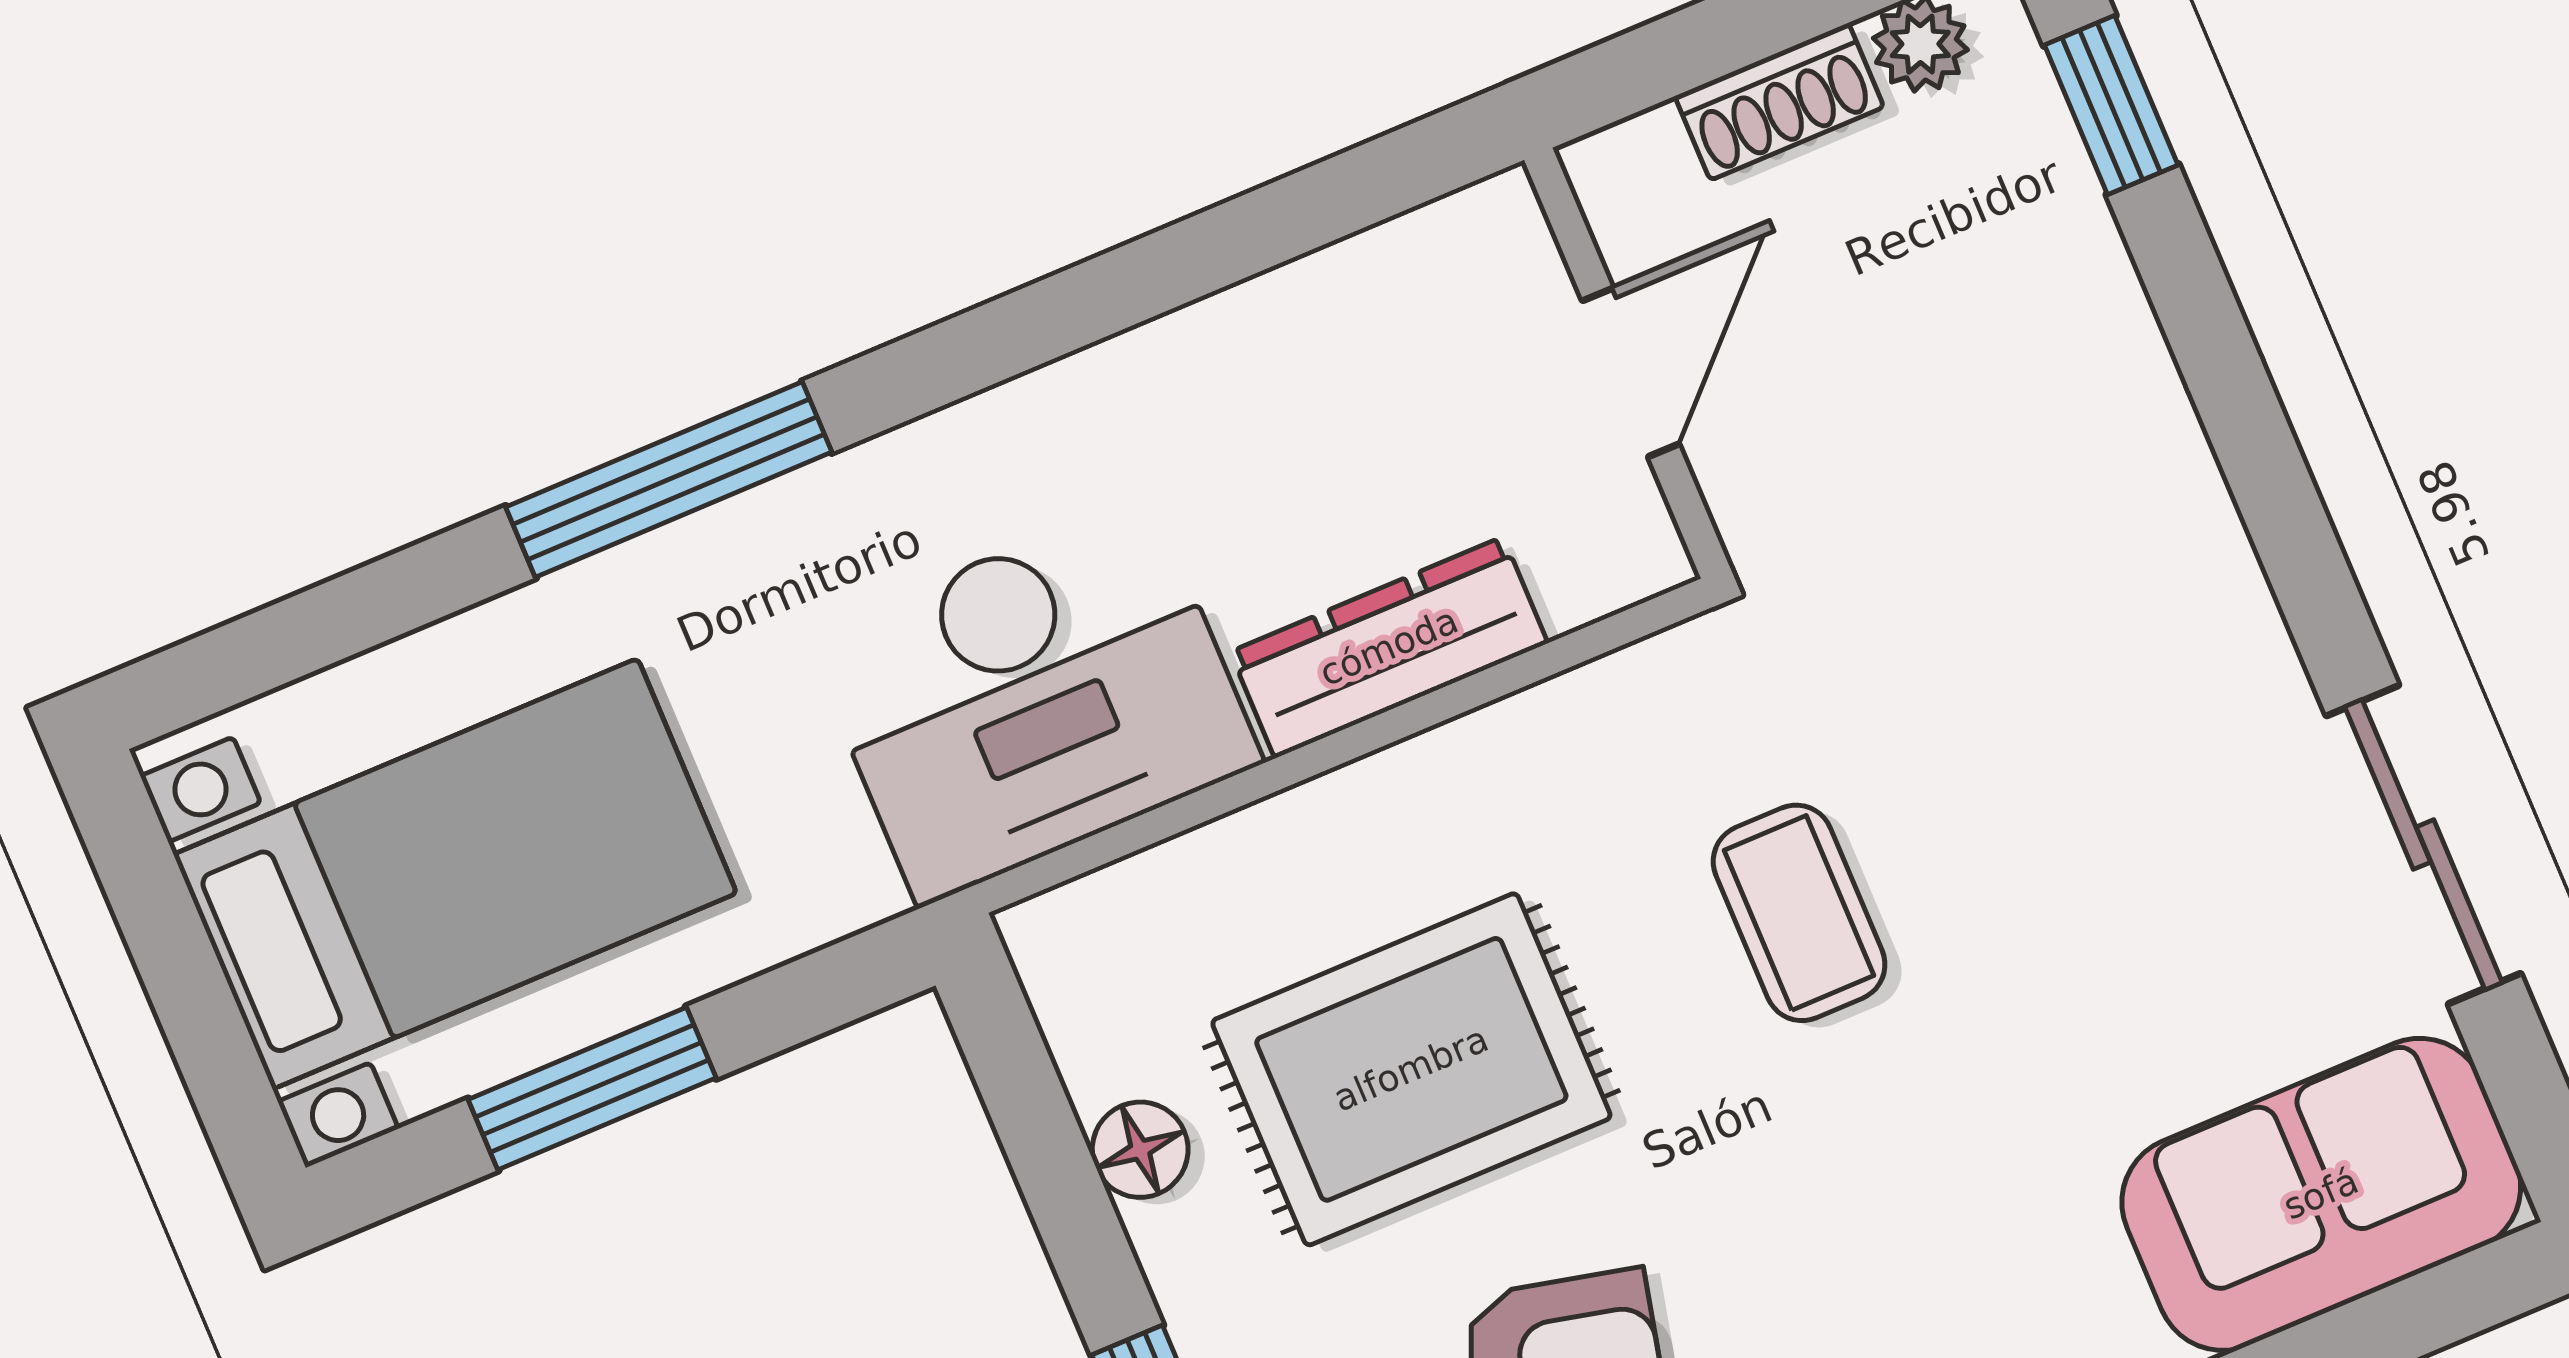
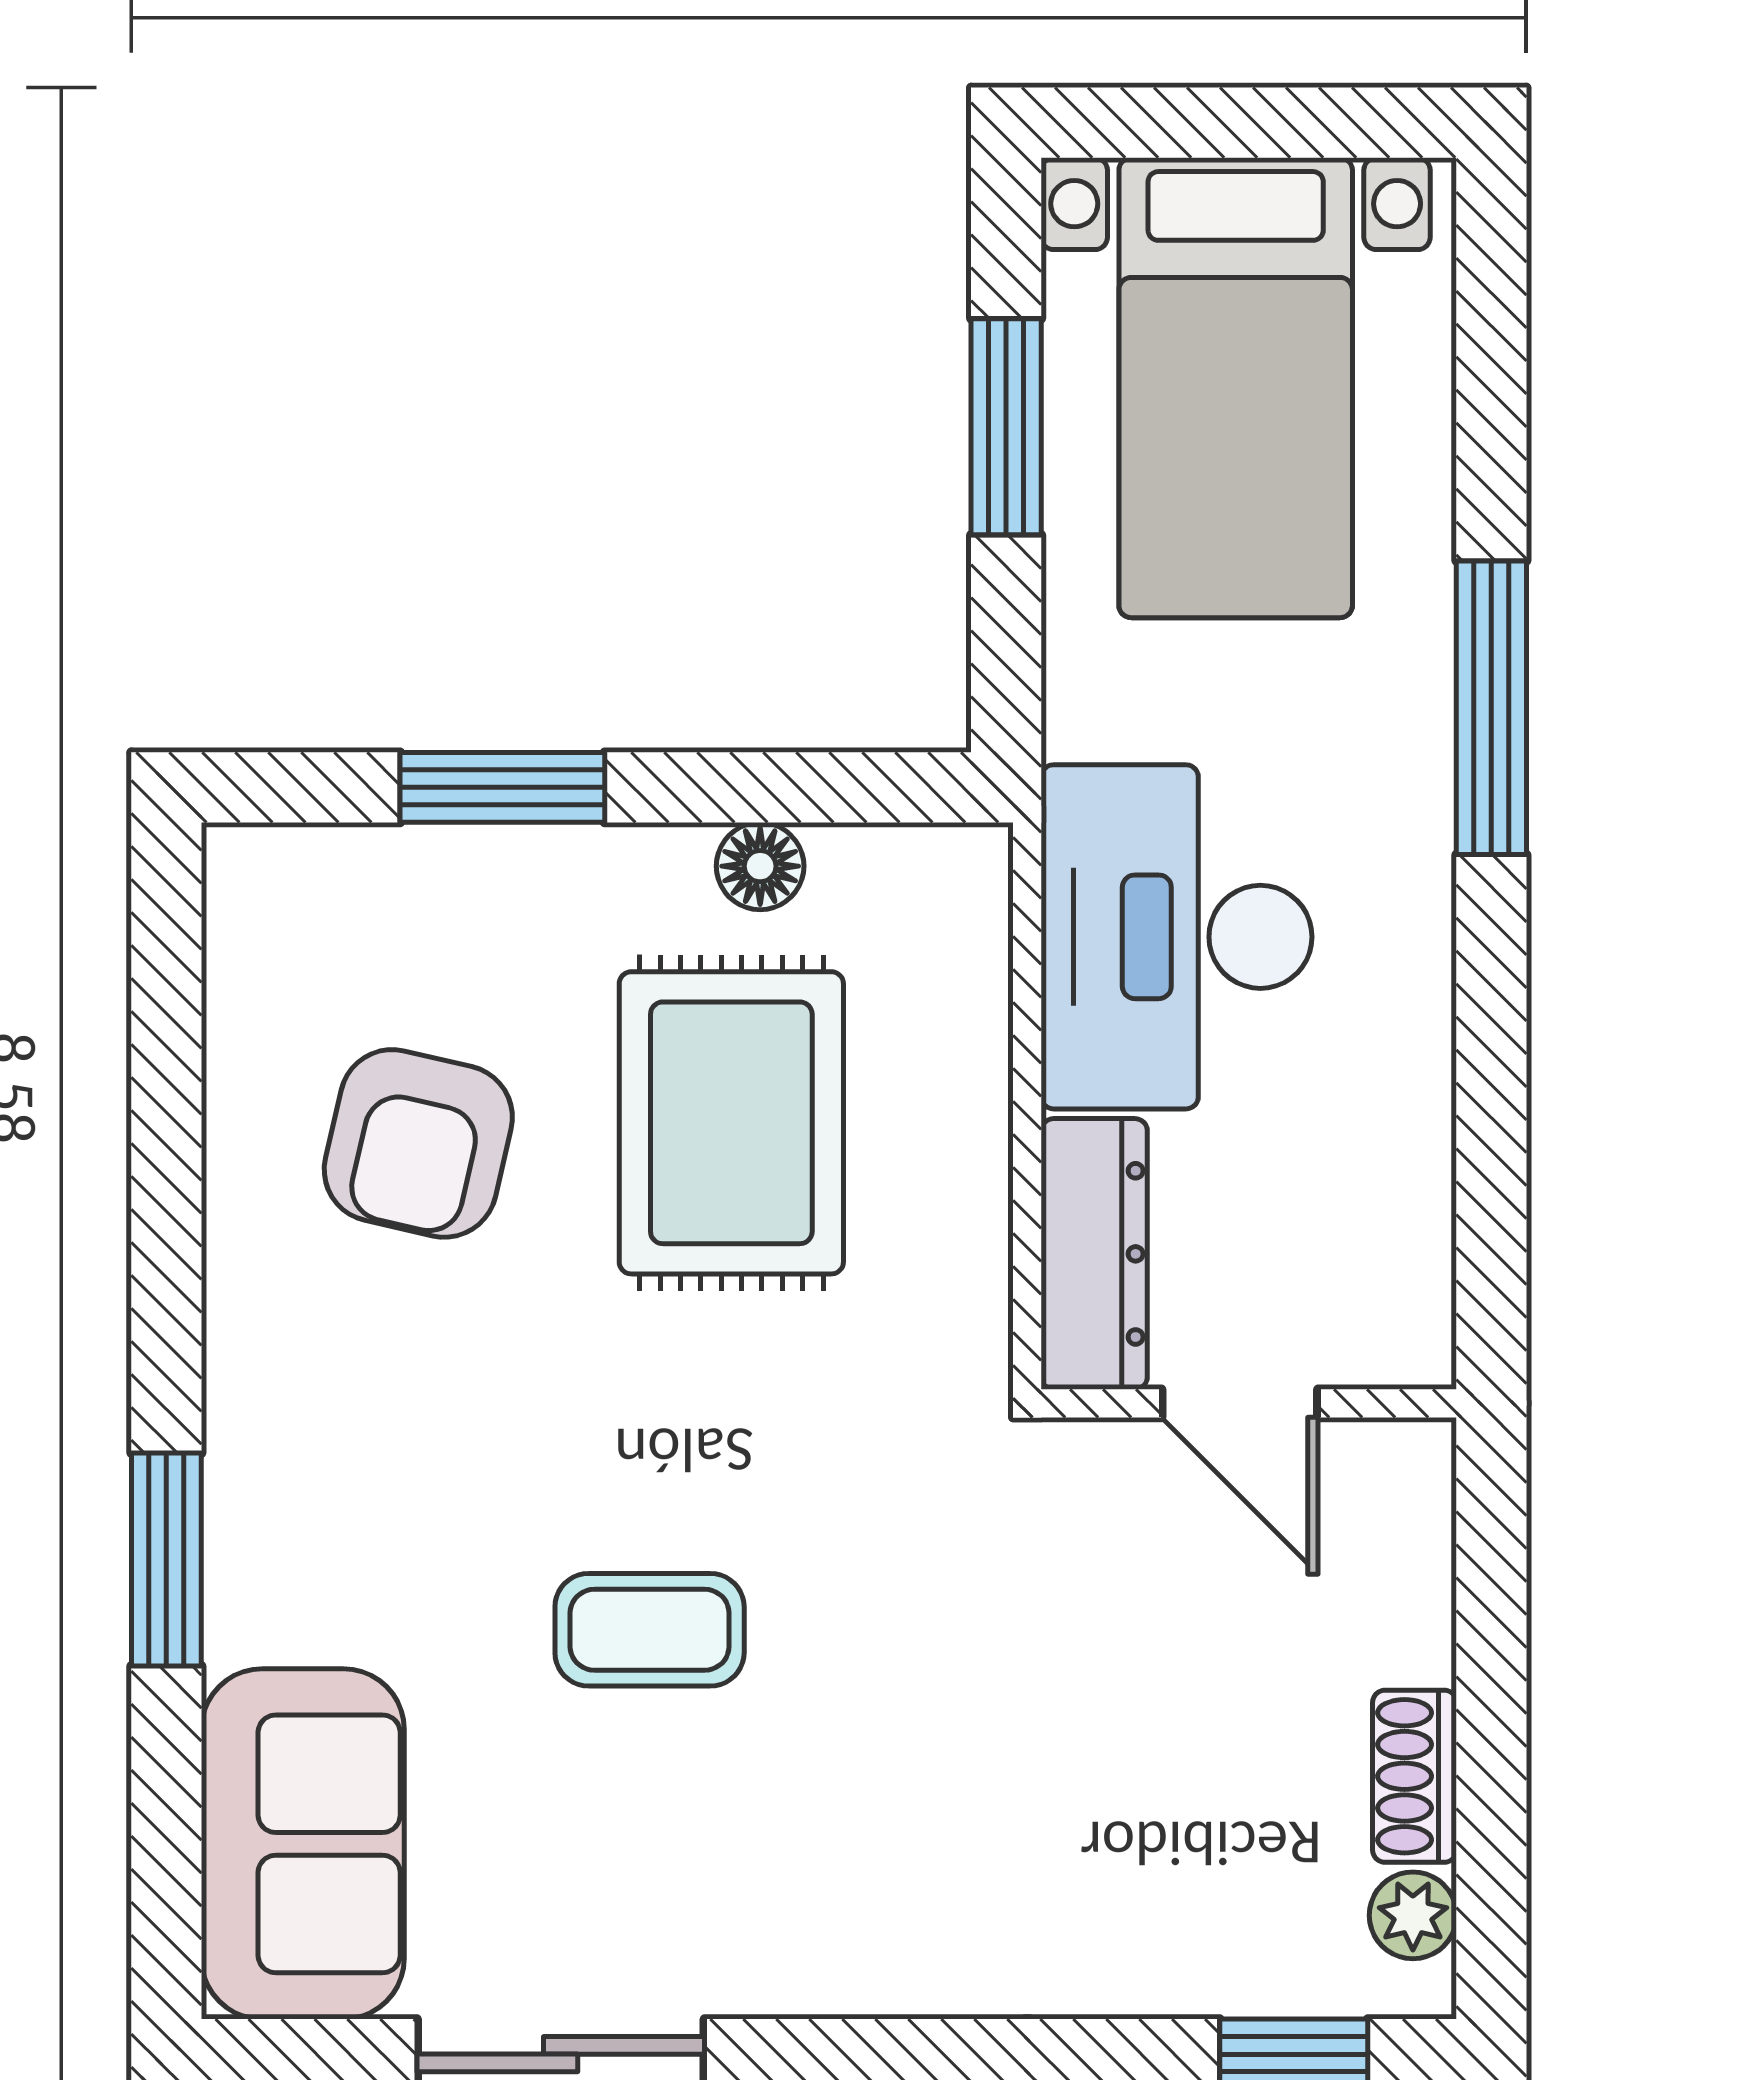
wall: (1627, 363) -> (1249, 1403), moved
door: (1631, 372) -> (1240, 1403), moved
coffee table: (1799, 913) -> (650, 1630), moved

